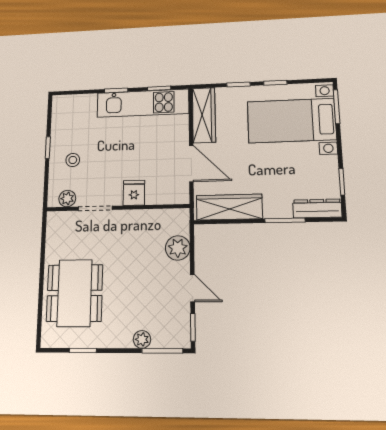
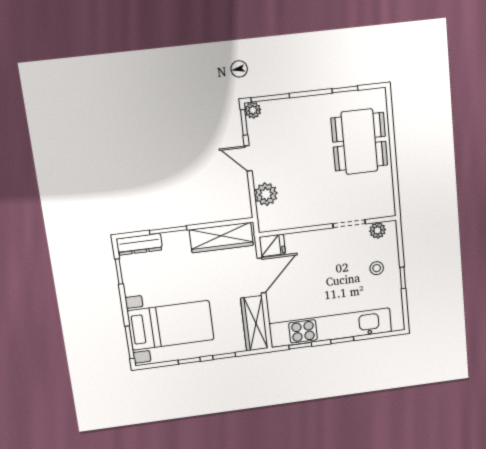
kitchen unit: (143, 103) -> (331, 328), width x1.36
door: (191, 164) -> (262, 275), swing flipped
fridge: (134, 193) -> (272, 245), moved, turned -90
plant: (142, 339) -> (253, 110), moved

